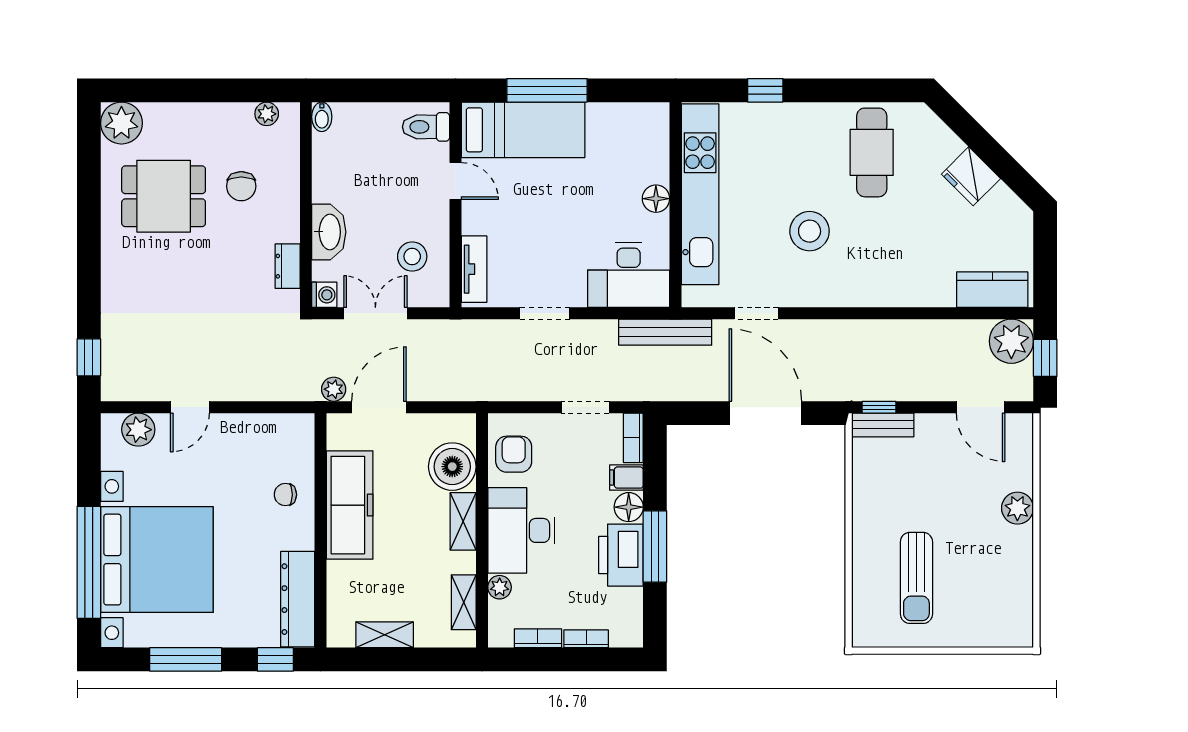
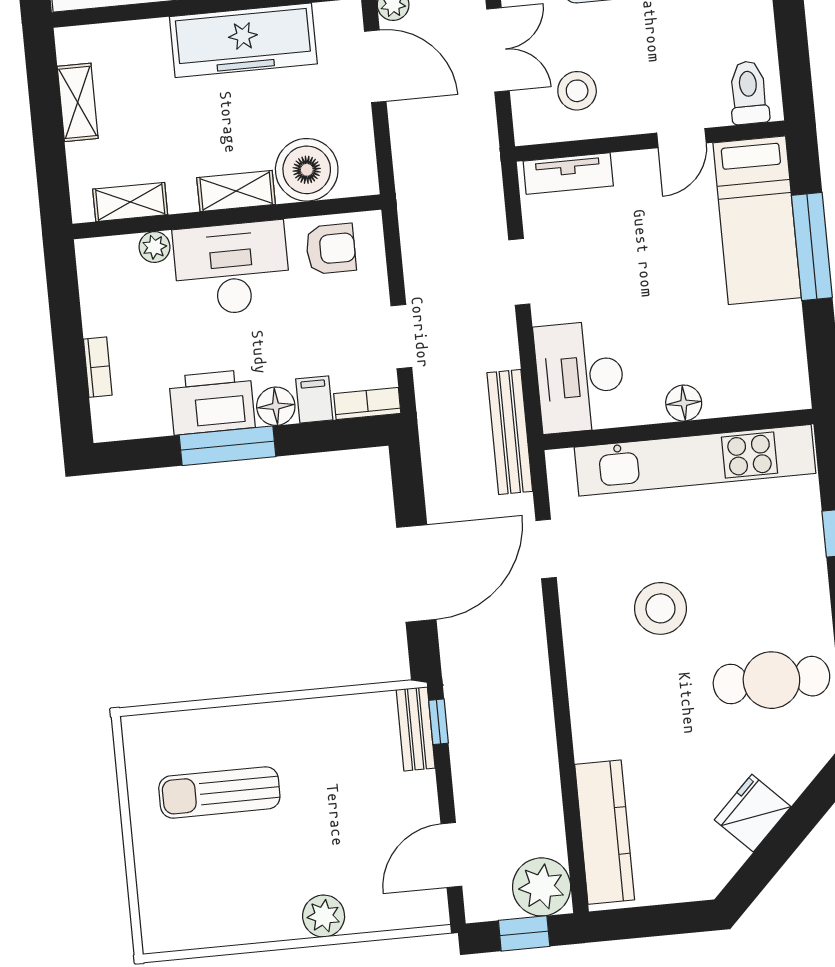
kitchen counter: (992, 290) -> (605, 832), width x1.50
bookcase: (538, 638) -> (92, 304), removed

